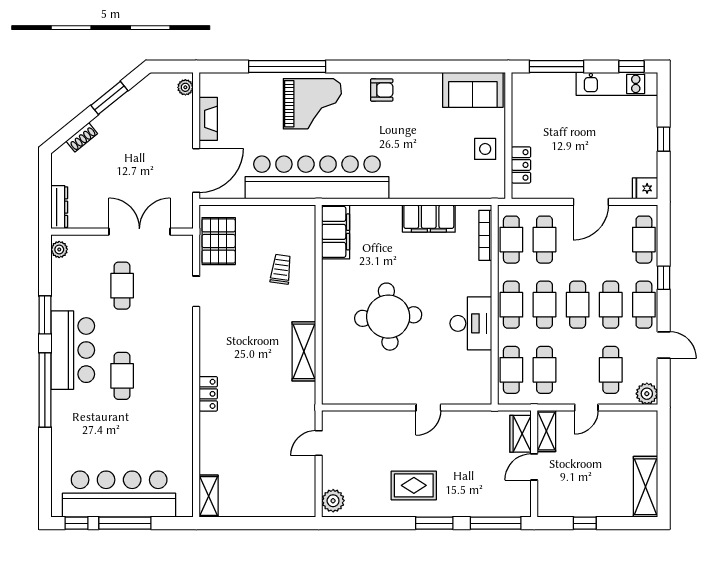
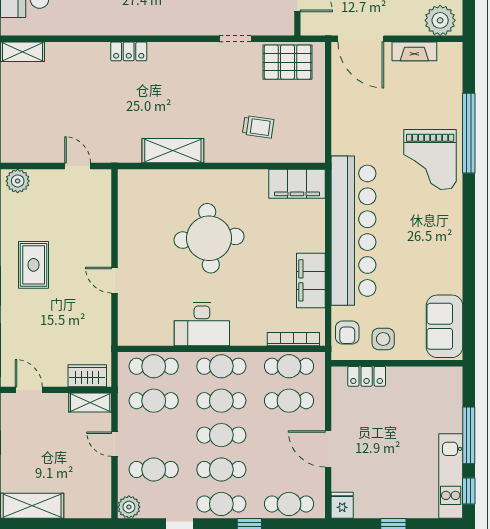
window: (557, 67) -> (469, 435), moved
plant: (185, 87) -> (440, 20), width x1.87, depth x1.87
armchair: (382, 90) -> (347, 333), moved
bar counter: (317, 177) -> (354, 231), moved
door: (534, 467) -> (29, 390), moved

